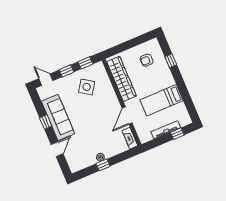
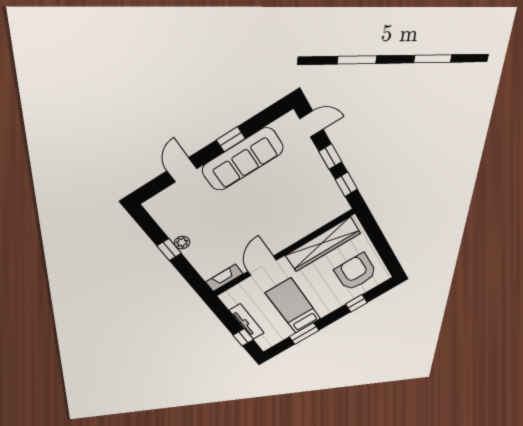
armchair: (147, 60) -> (356, 272), width x1.88, depth x1.88
door: (46, 80) -> (312, 124), hinge flipped
side table: (87, 87) -> (304, 195), removed
window: (185, 96) -> (304, 334), added
door: (127, 116) -> (262, 266), hinge flipped
door: (57, 149) -> (182, 170), swing flipped

